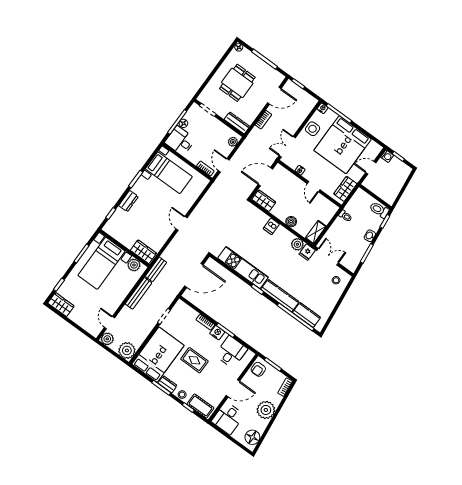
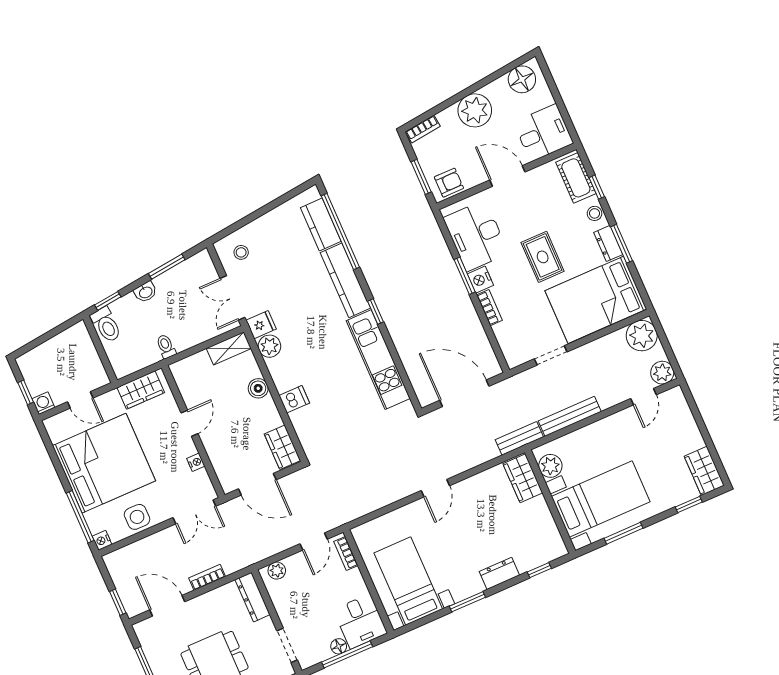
desk: (231, 352) -> (476, 236), width x1.37

